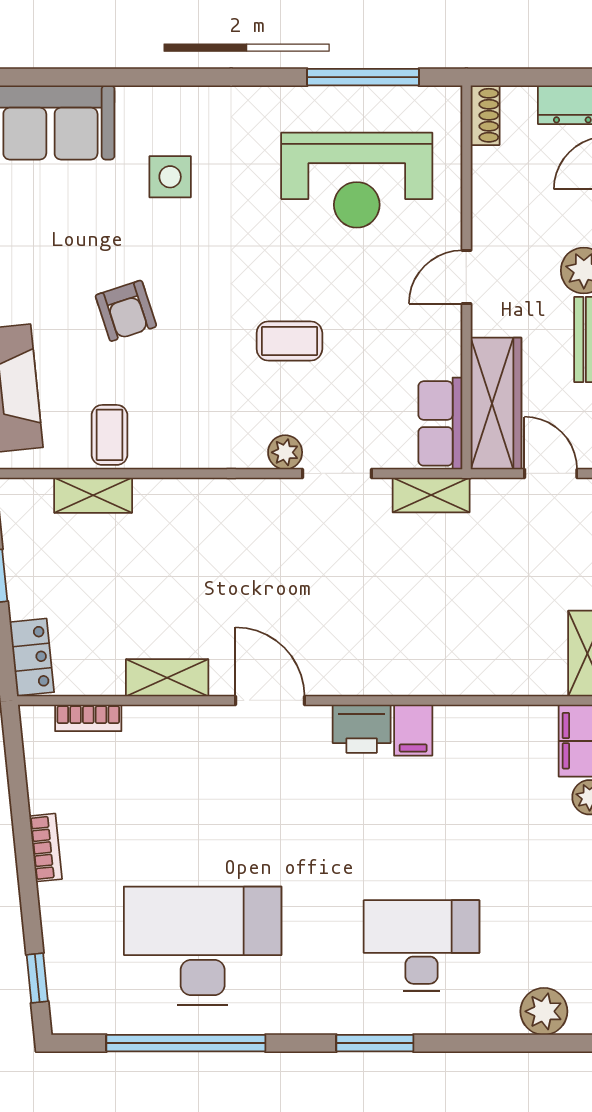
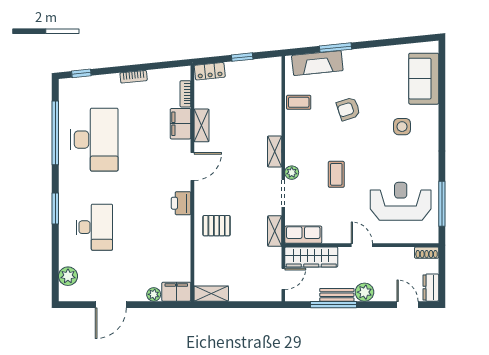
reception desk: (357, 180) -> (401, 201), turned 90
shelving: (93, 495) -> (275, 151), moved
pallet: (418, 640) -> (217, 226), added
filing cabinet: (413, 730) -> (181, 124), moved, width x2.00

